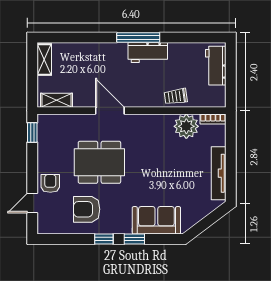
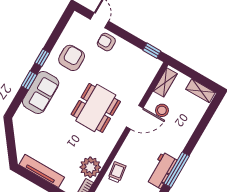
stool: (87, 87) -> (162, 110), added
dining table: (99, 162) -> (96, 108), moved
armchair: (50, 183) -> (106, 42), turned 180
sofa: (156, 220) -> (41, 92), moved

